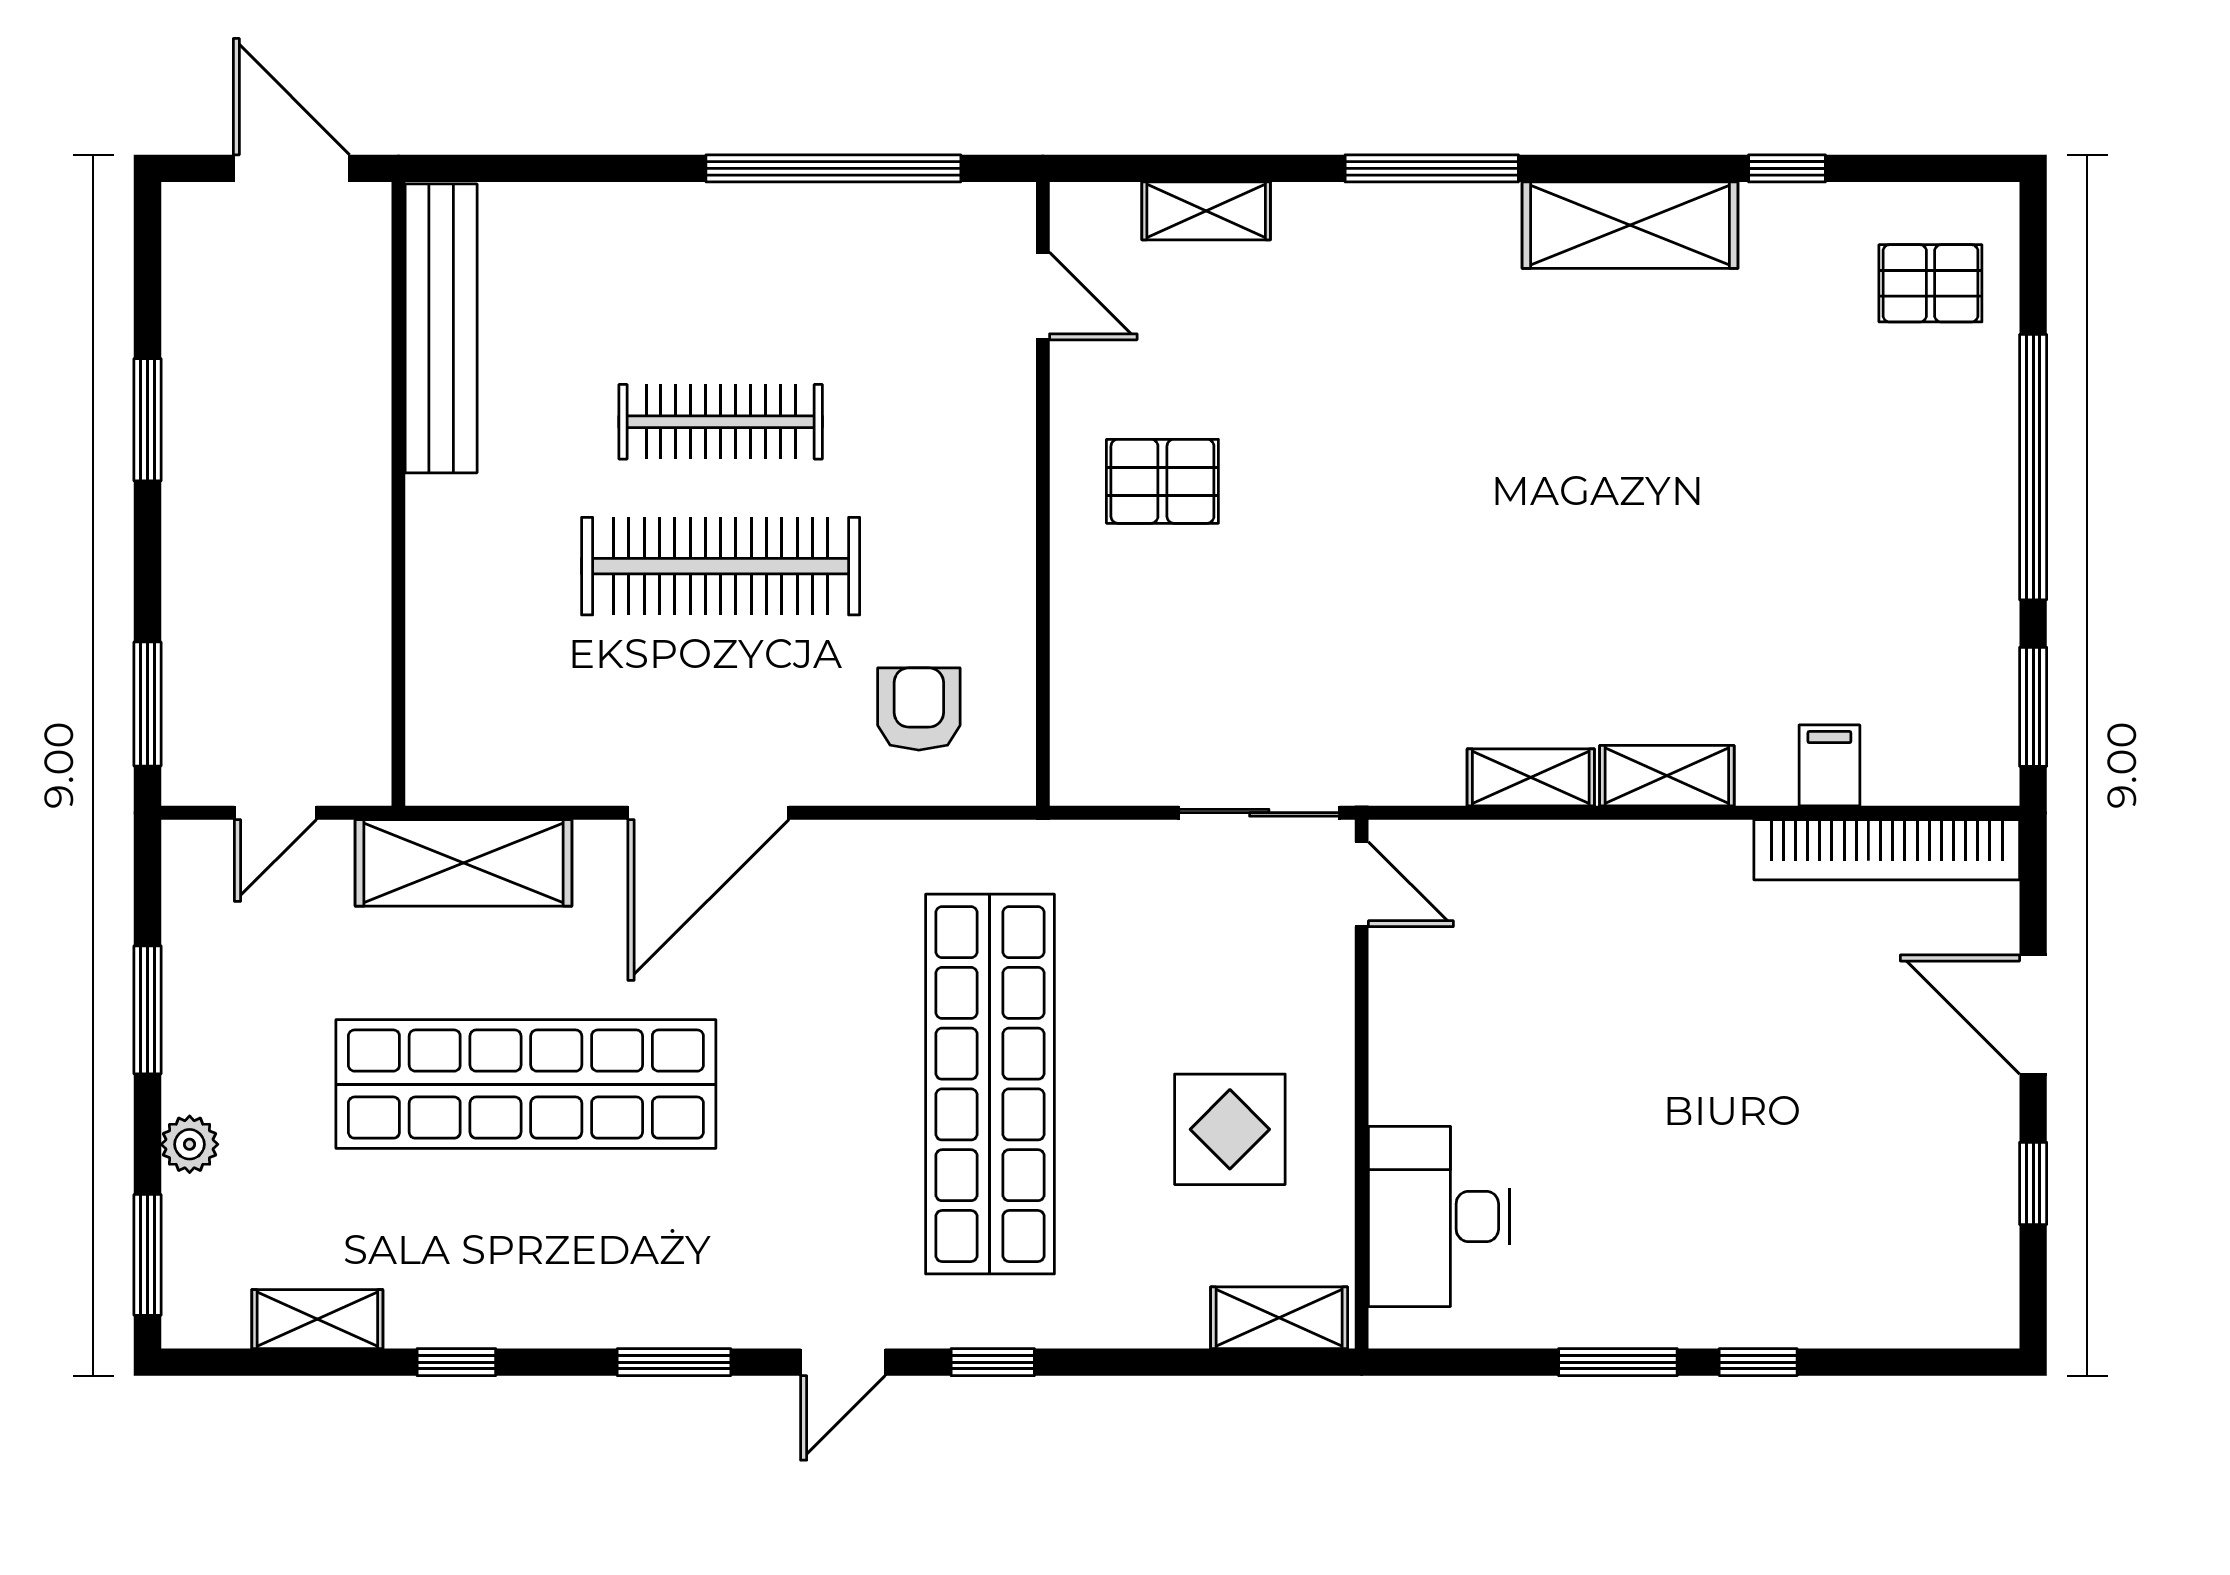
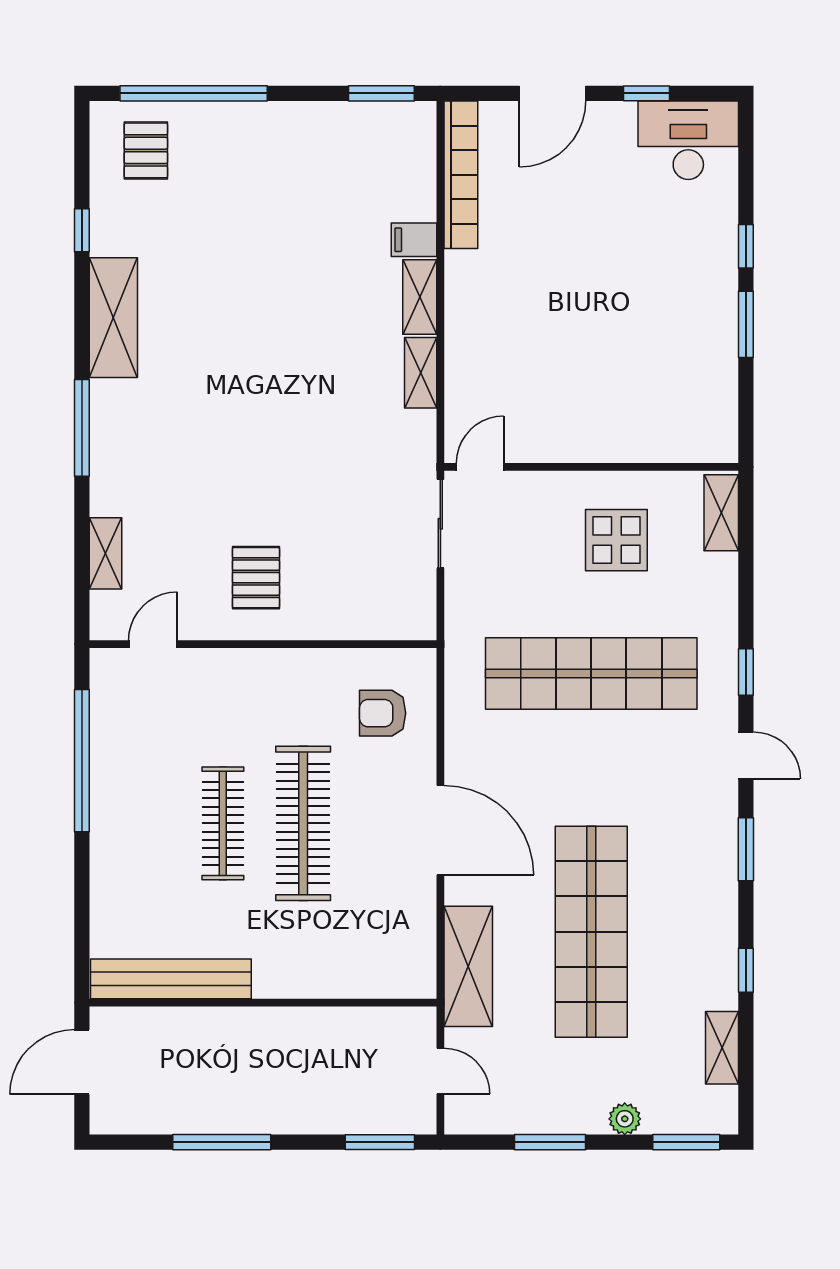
window: (147, 420) -> (222, 1142), width x1.44
window: (2033, 467) -> (194, 93), moved
filing cabinet: (1829, 765) -> (414, 240), moved
desk: (1439, 1216) -> (688, 140), moved, turned 180

